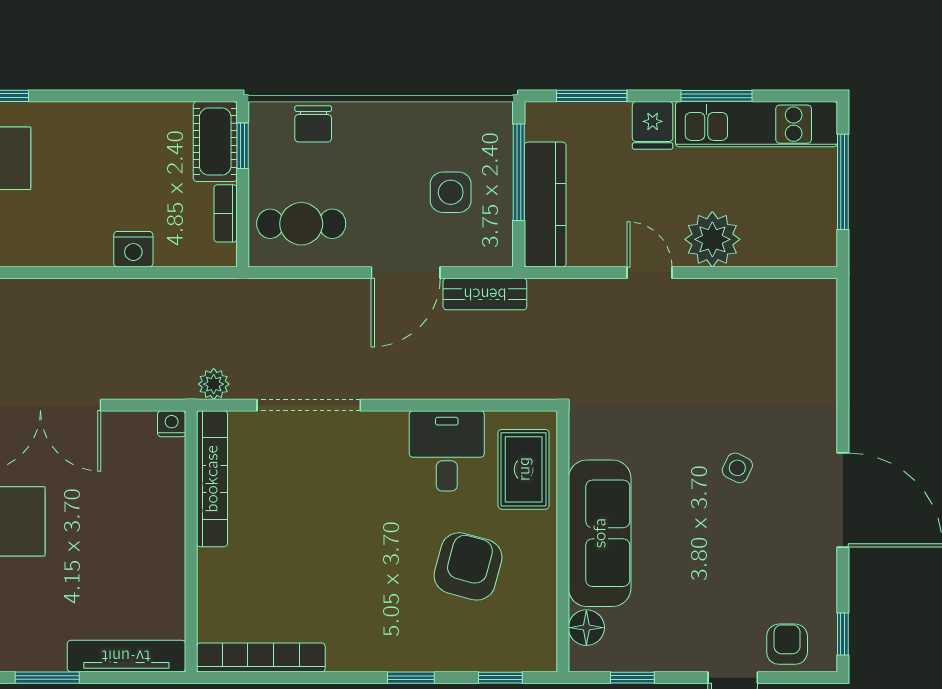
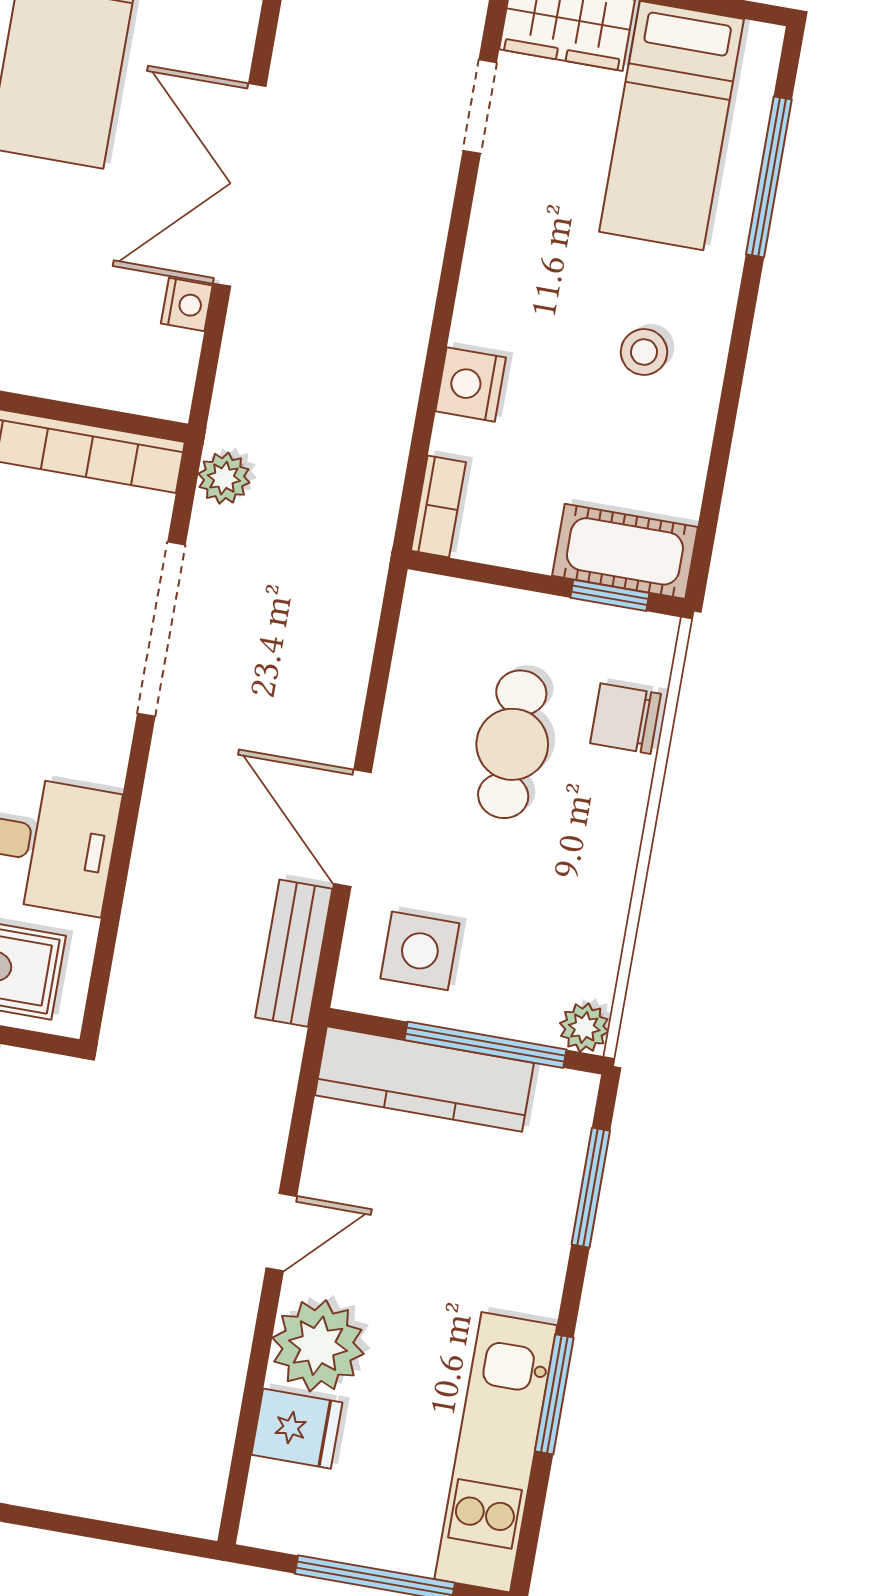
plant: (498, 116) -> (584, 1028), added
fridge: (653, 125) -> (297, 1429), moved, turned 180
stool: (96, 151) -> (644, 352), added
side table: (451, 192) -> (420, 951), moved
bookcase: (226, 213) -> (438, 507), moved, turned 90
cafe table: (301, 224) -> (512, 744), moved
nightstand: (172, 424) -> (187, 305), moved

